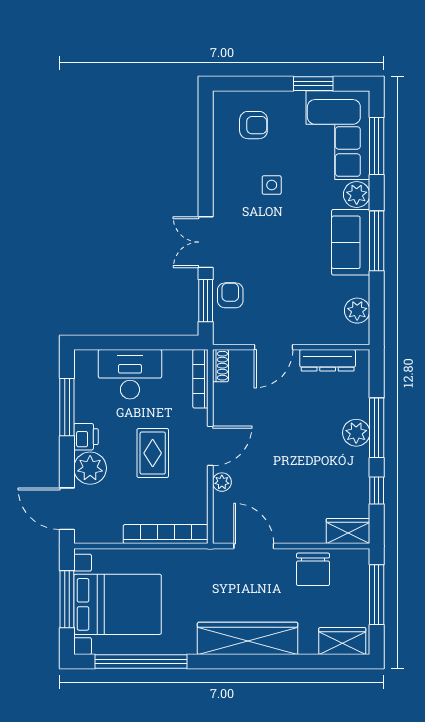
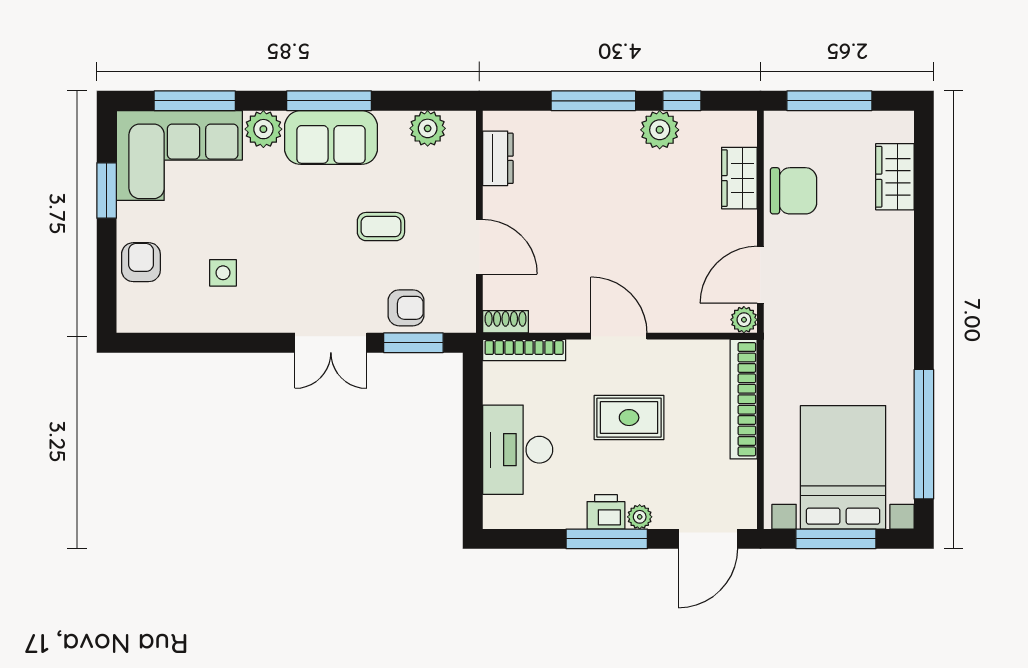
armchair: (253, 125) -> (141, 262), moved
side table: (272, 185) -> (223, 273), moved
coffee table: (288, 278) -> (381, 227), added
armchair: (230, 295) -> (406, 308), turned 180
dresser: (328, 360) -> (498, 158), width x0.70
window: (67, 407) -> (607, 539), moved
plant: (356, 433) -> (660, 130), moved
plant: (90, 468) -> (640, 517), width x0.53, depth x0.53
plant: (222, 482) -> (744, 320), moved
wardrobe: (348, 531) -> (739, 178), moved
wardrobe: (248, 638) -> (891, 283), removed
wardrobe: (342, 641) -> (895, 177), moved

